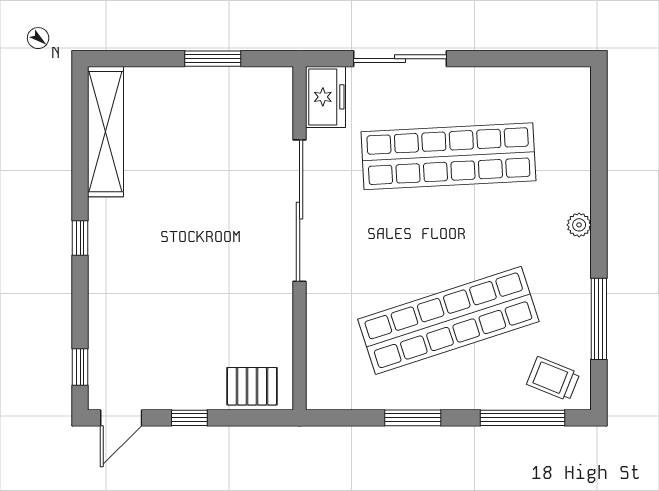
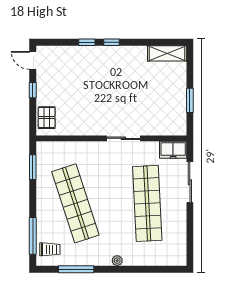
shelving: (105, 132) -> (167, 53), width x0.68
sliding door: (300, 211) -> (123, 138), width x0.54
window: (80, 367) -> (87, 42), moved
trolley: (553, 379) -> (50, 249), turned 68
window: (413, 418) -> (33, 167), moved

